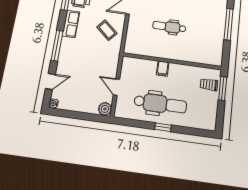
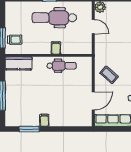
dental chair: (169, 27) -> (62, 66), moved
kitchen counter: (207, 57) -> (19, 63), added

